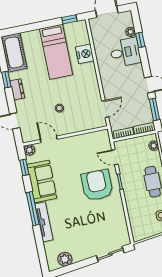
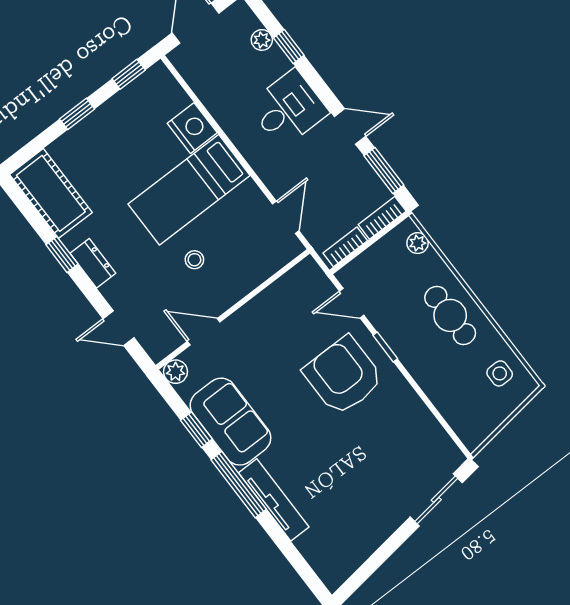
window: (40, 25) -> (77, 114), added
bed: (56, 52) -> (189, 190), moved, turned 90
desk: (125, 52) -> (288, 109), moved
window: (24, 167) -> (196, 430), moved
plant: (65, 259) -> (351, 554), removed

